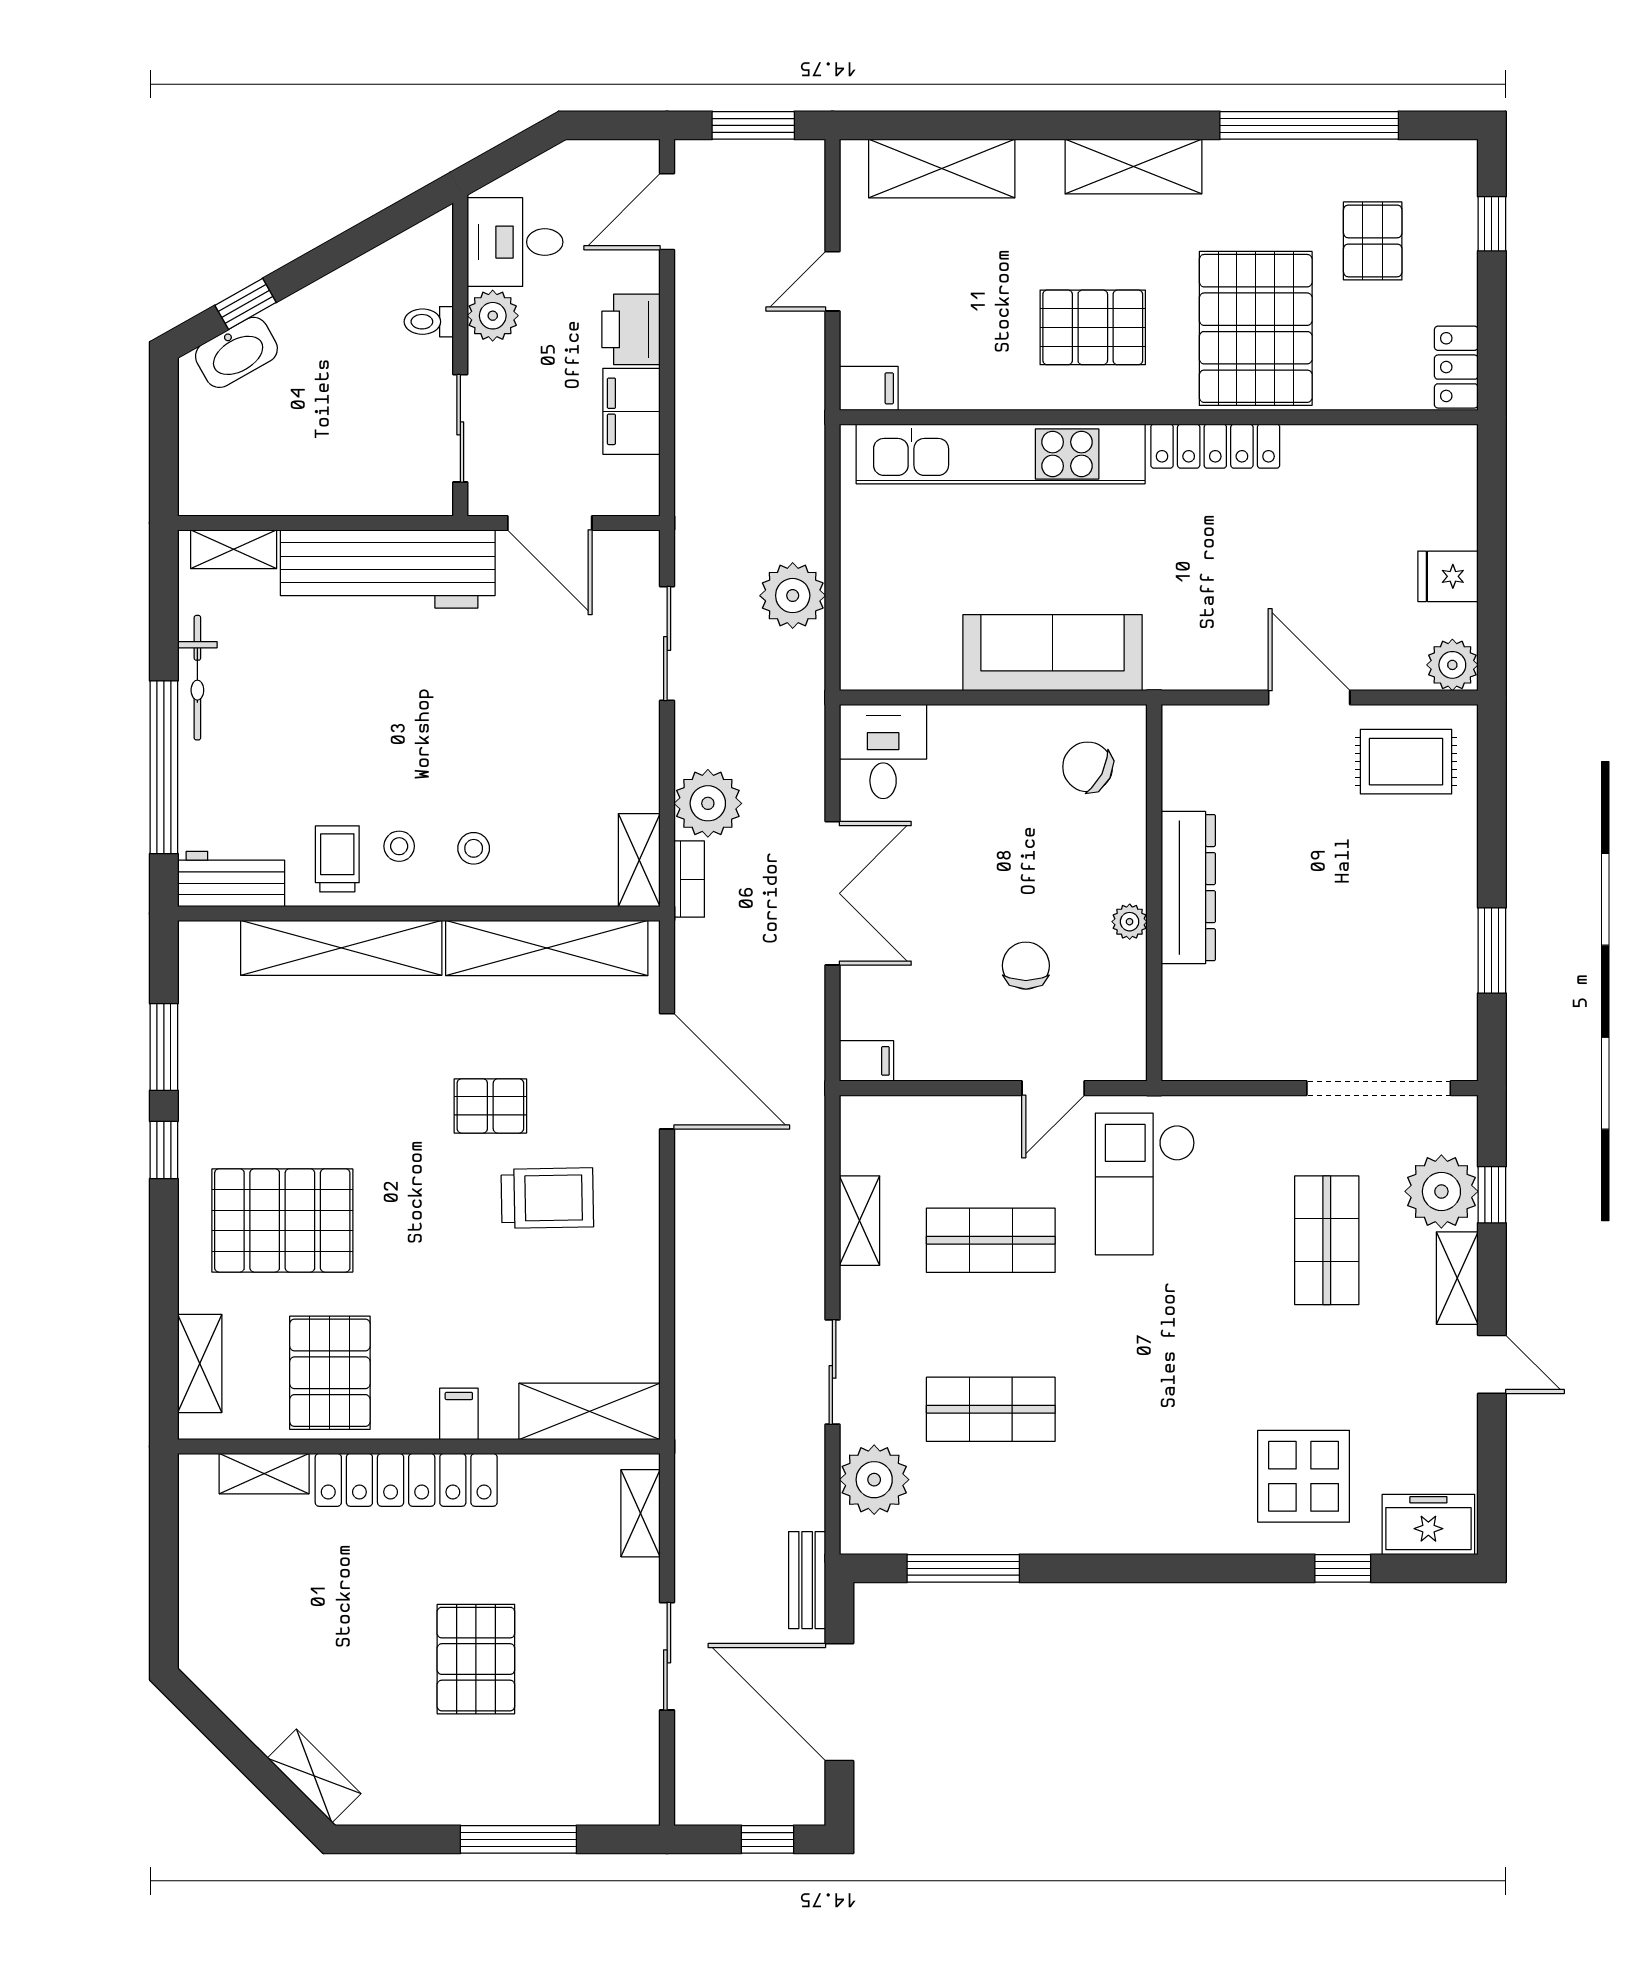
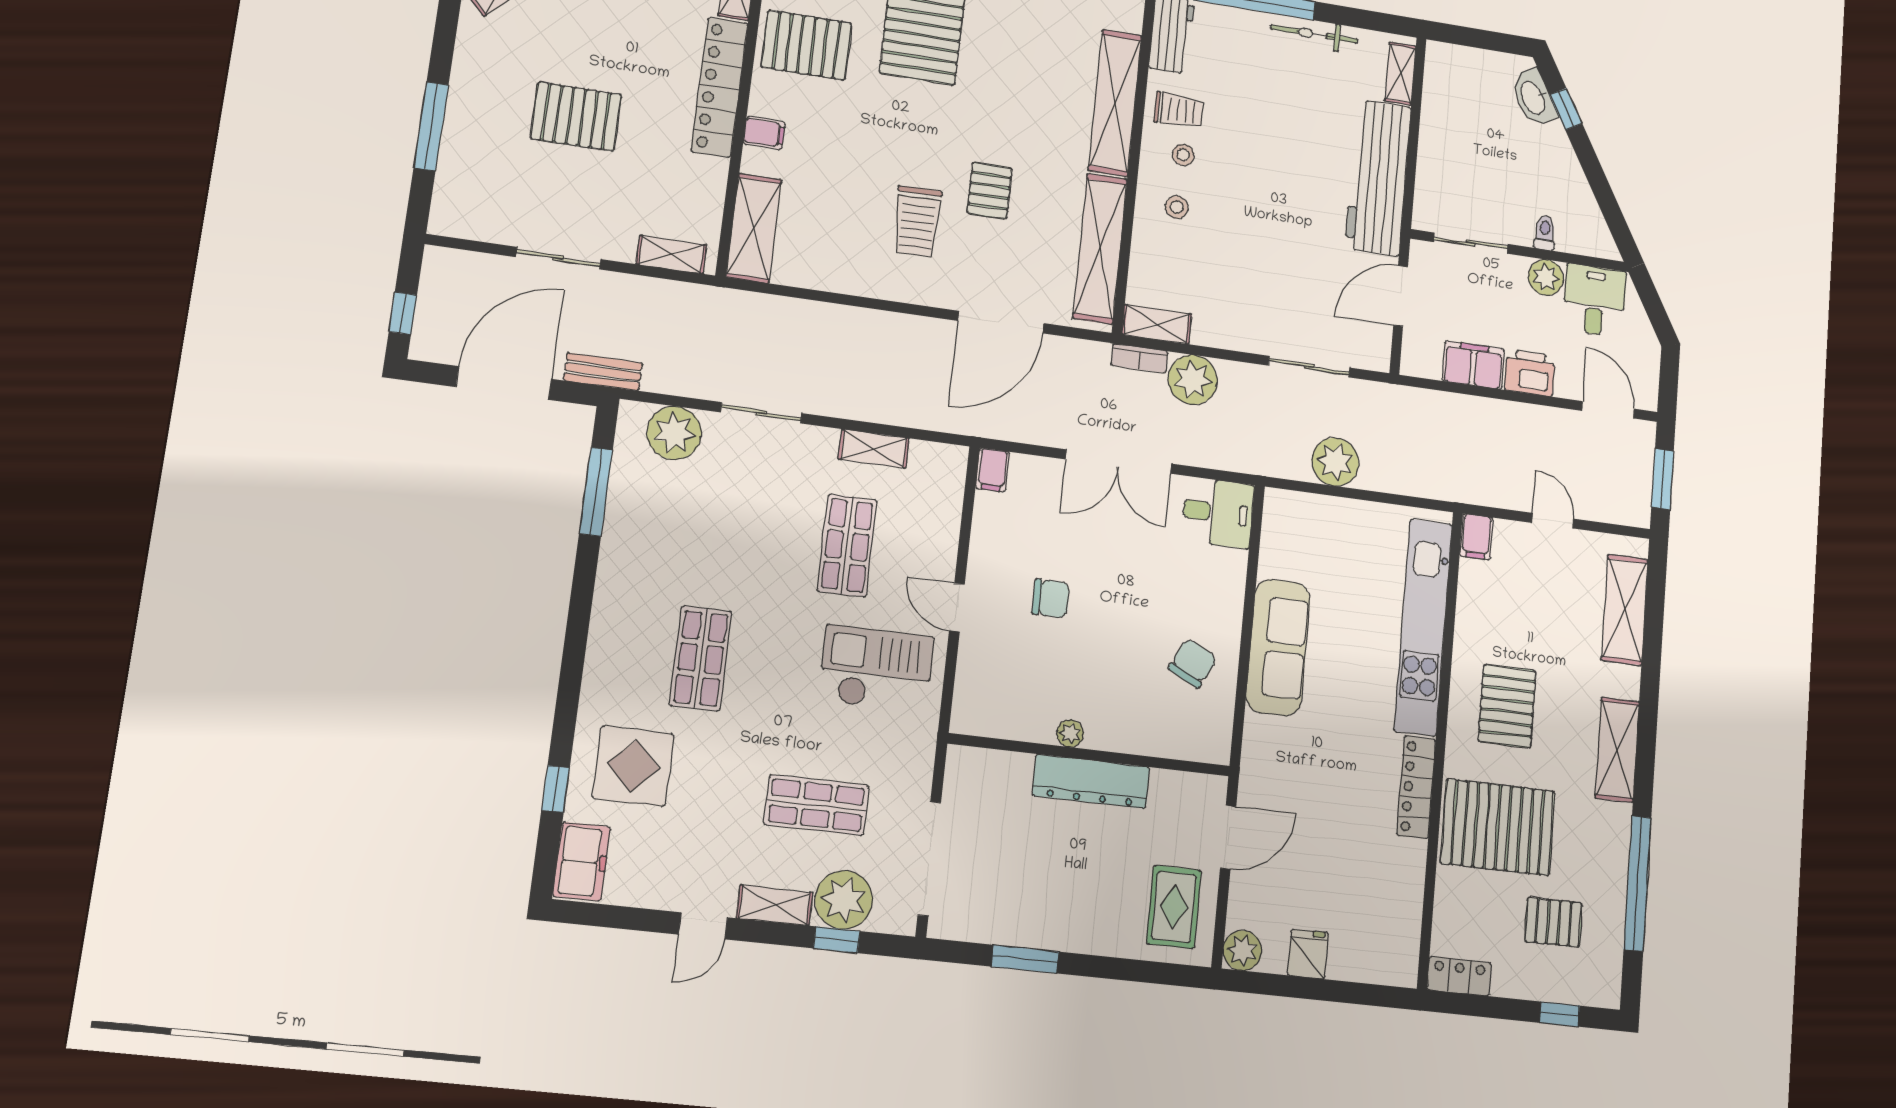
dresser: (1188, 888) -> (1091, 781), moved
wall: (1154, 893) -> (1090, 755), moved
plant: (1130, 922) -> (1070, 733), moved
shop shelf: (991, 1409) -> (701, 658), moved

